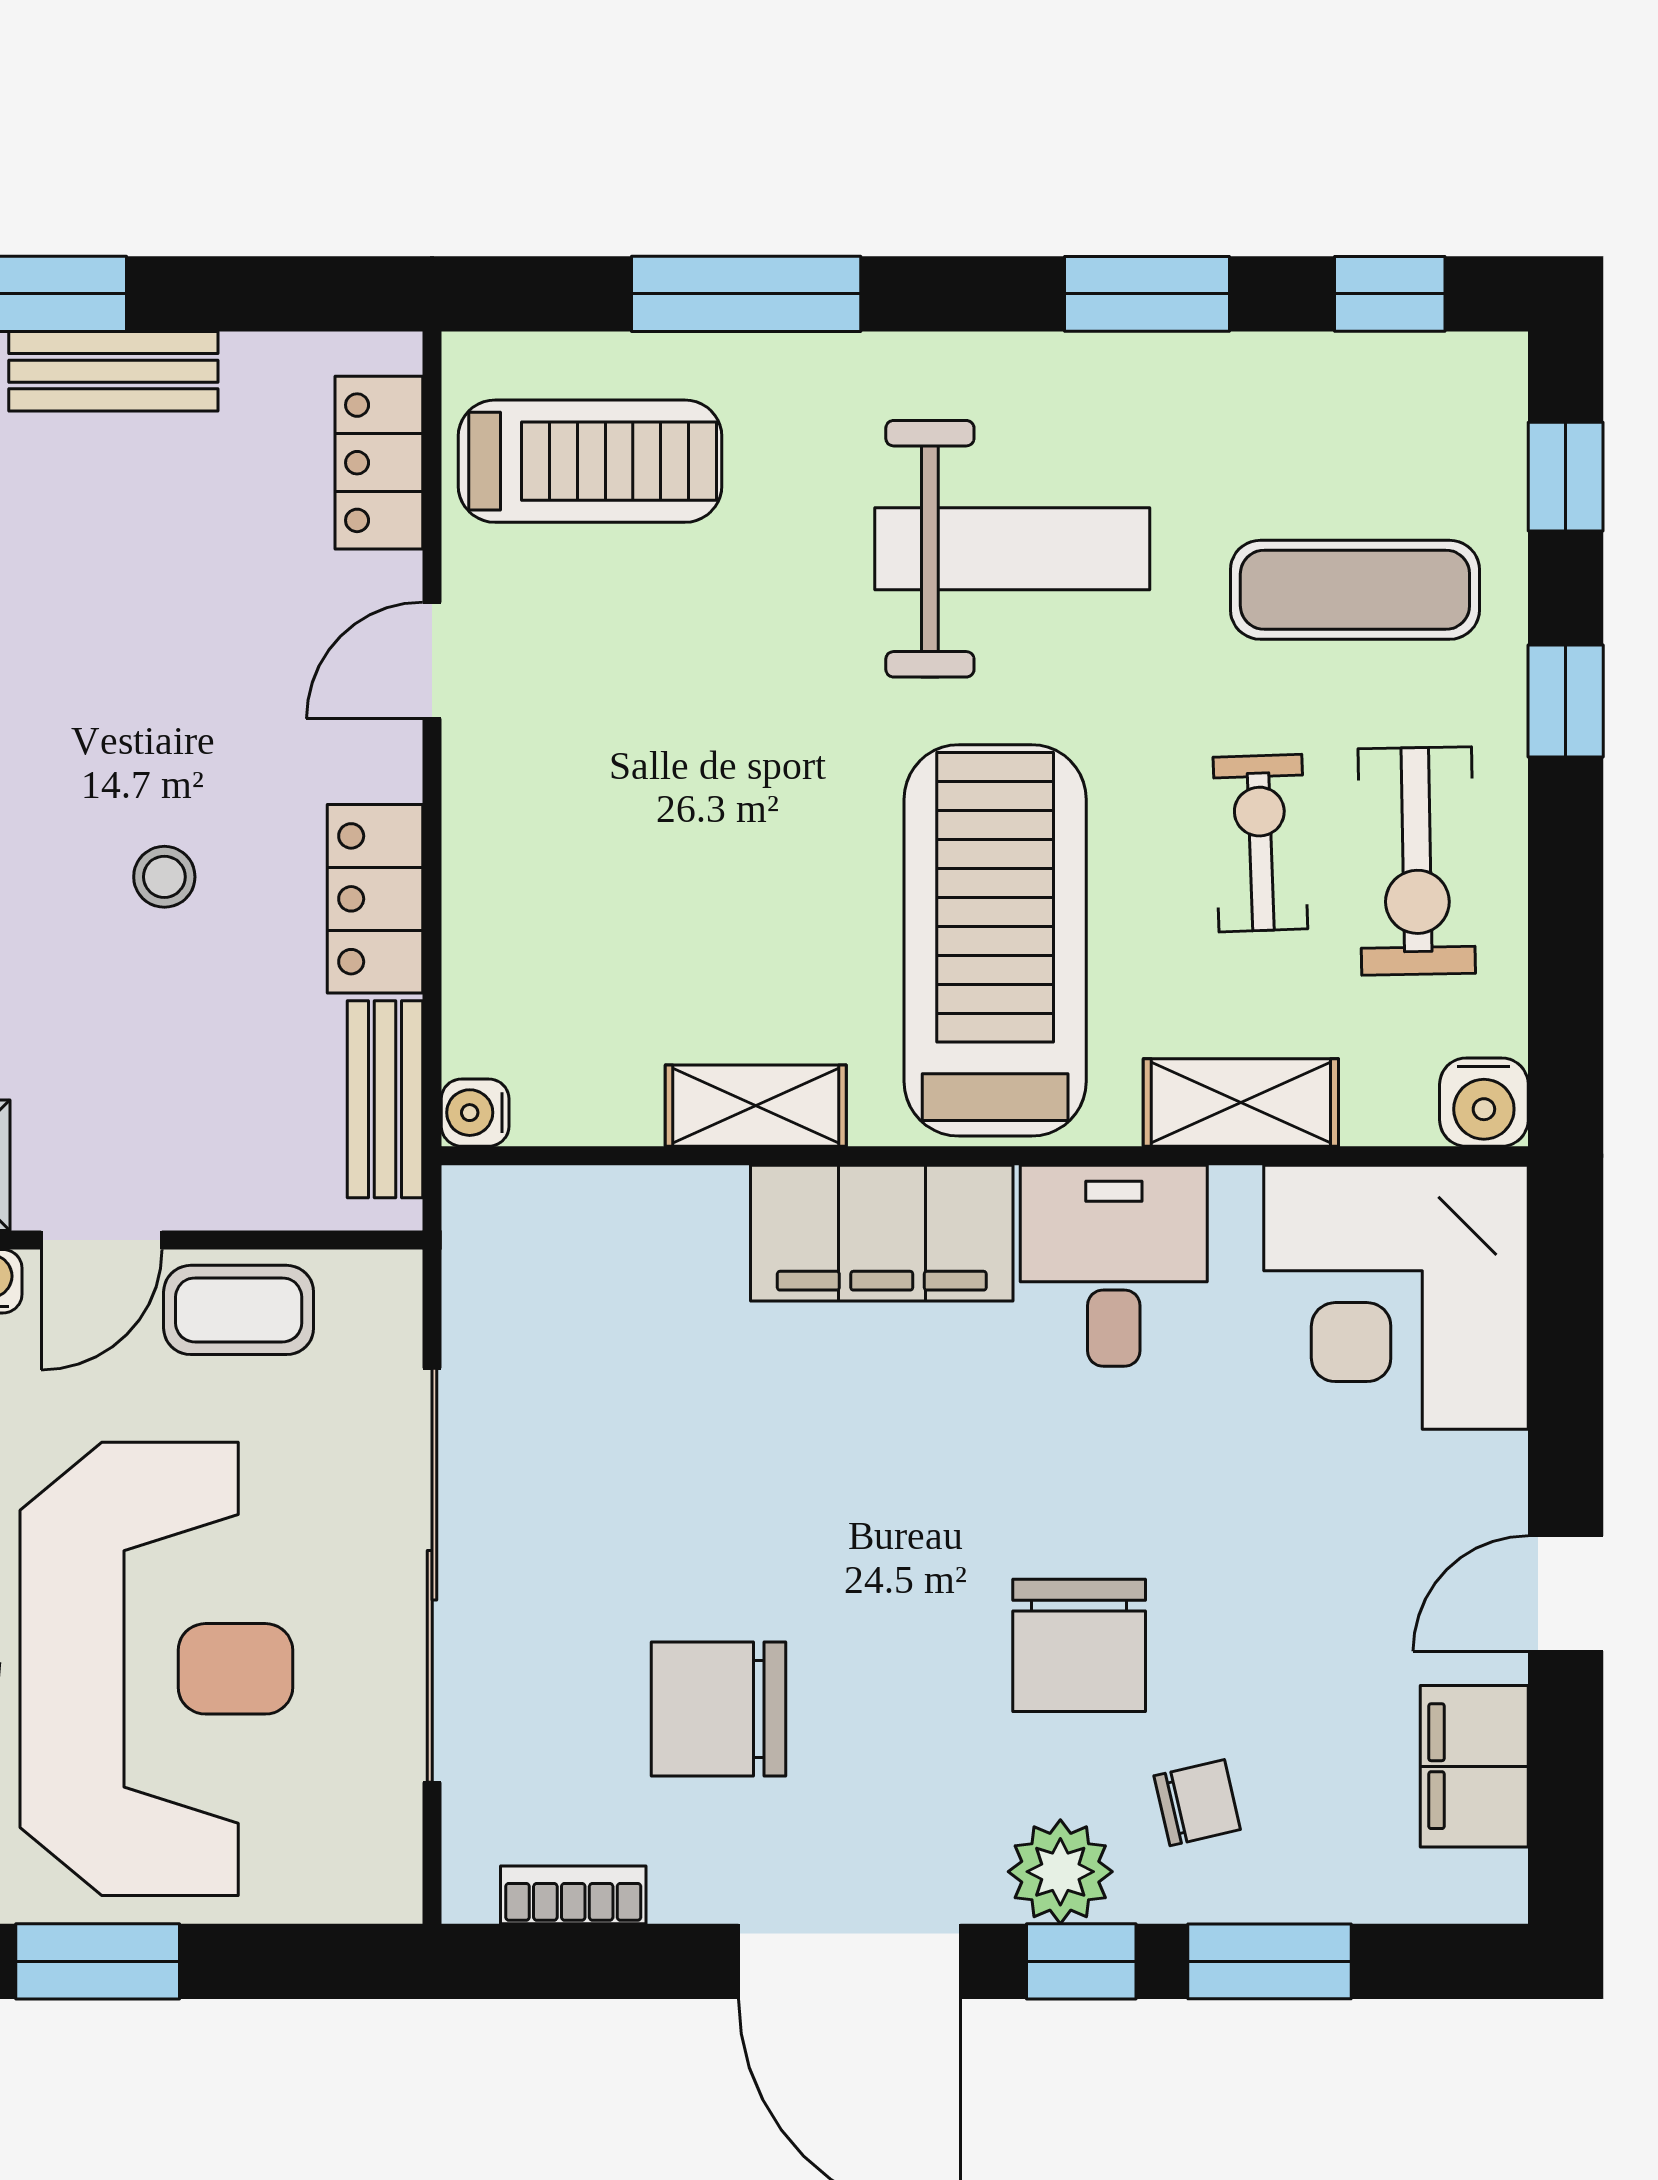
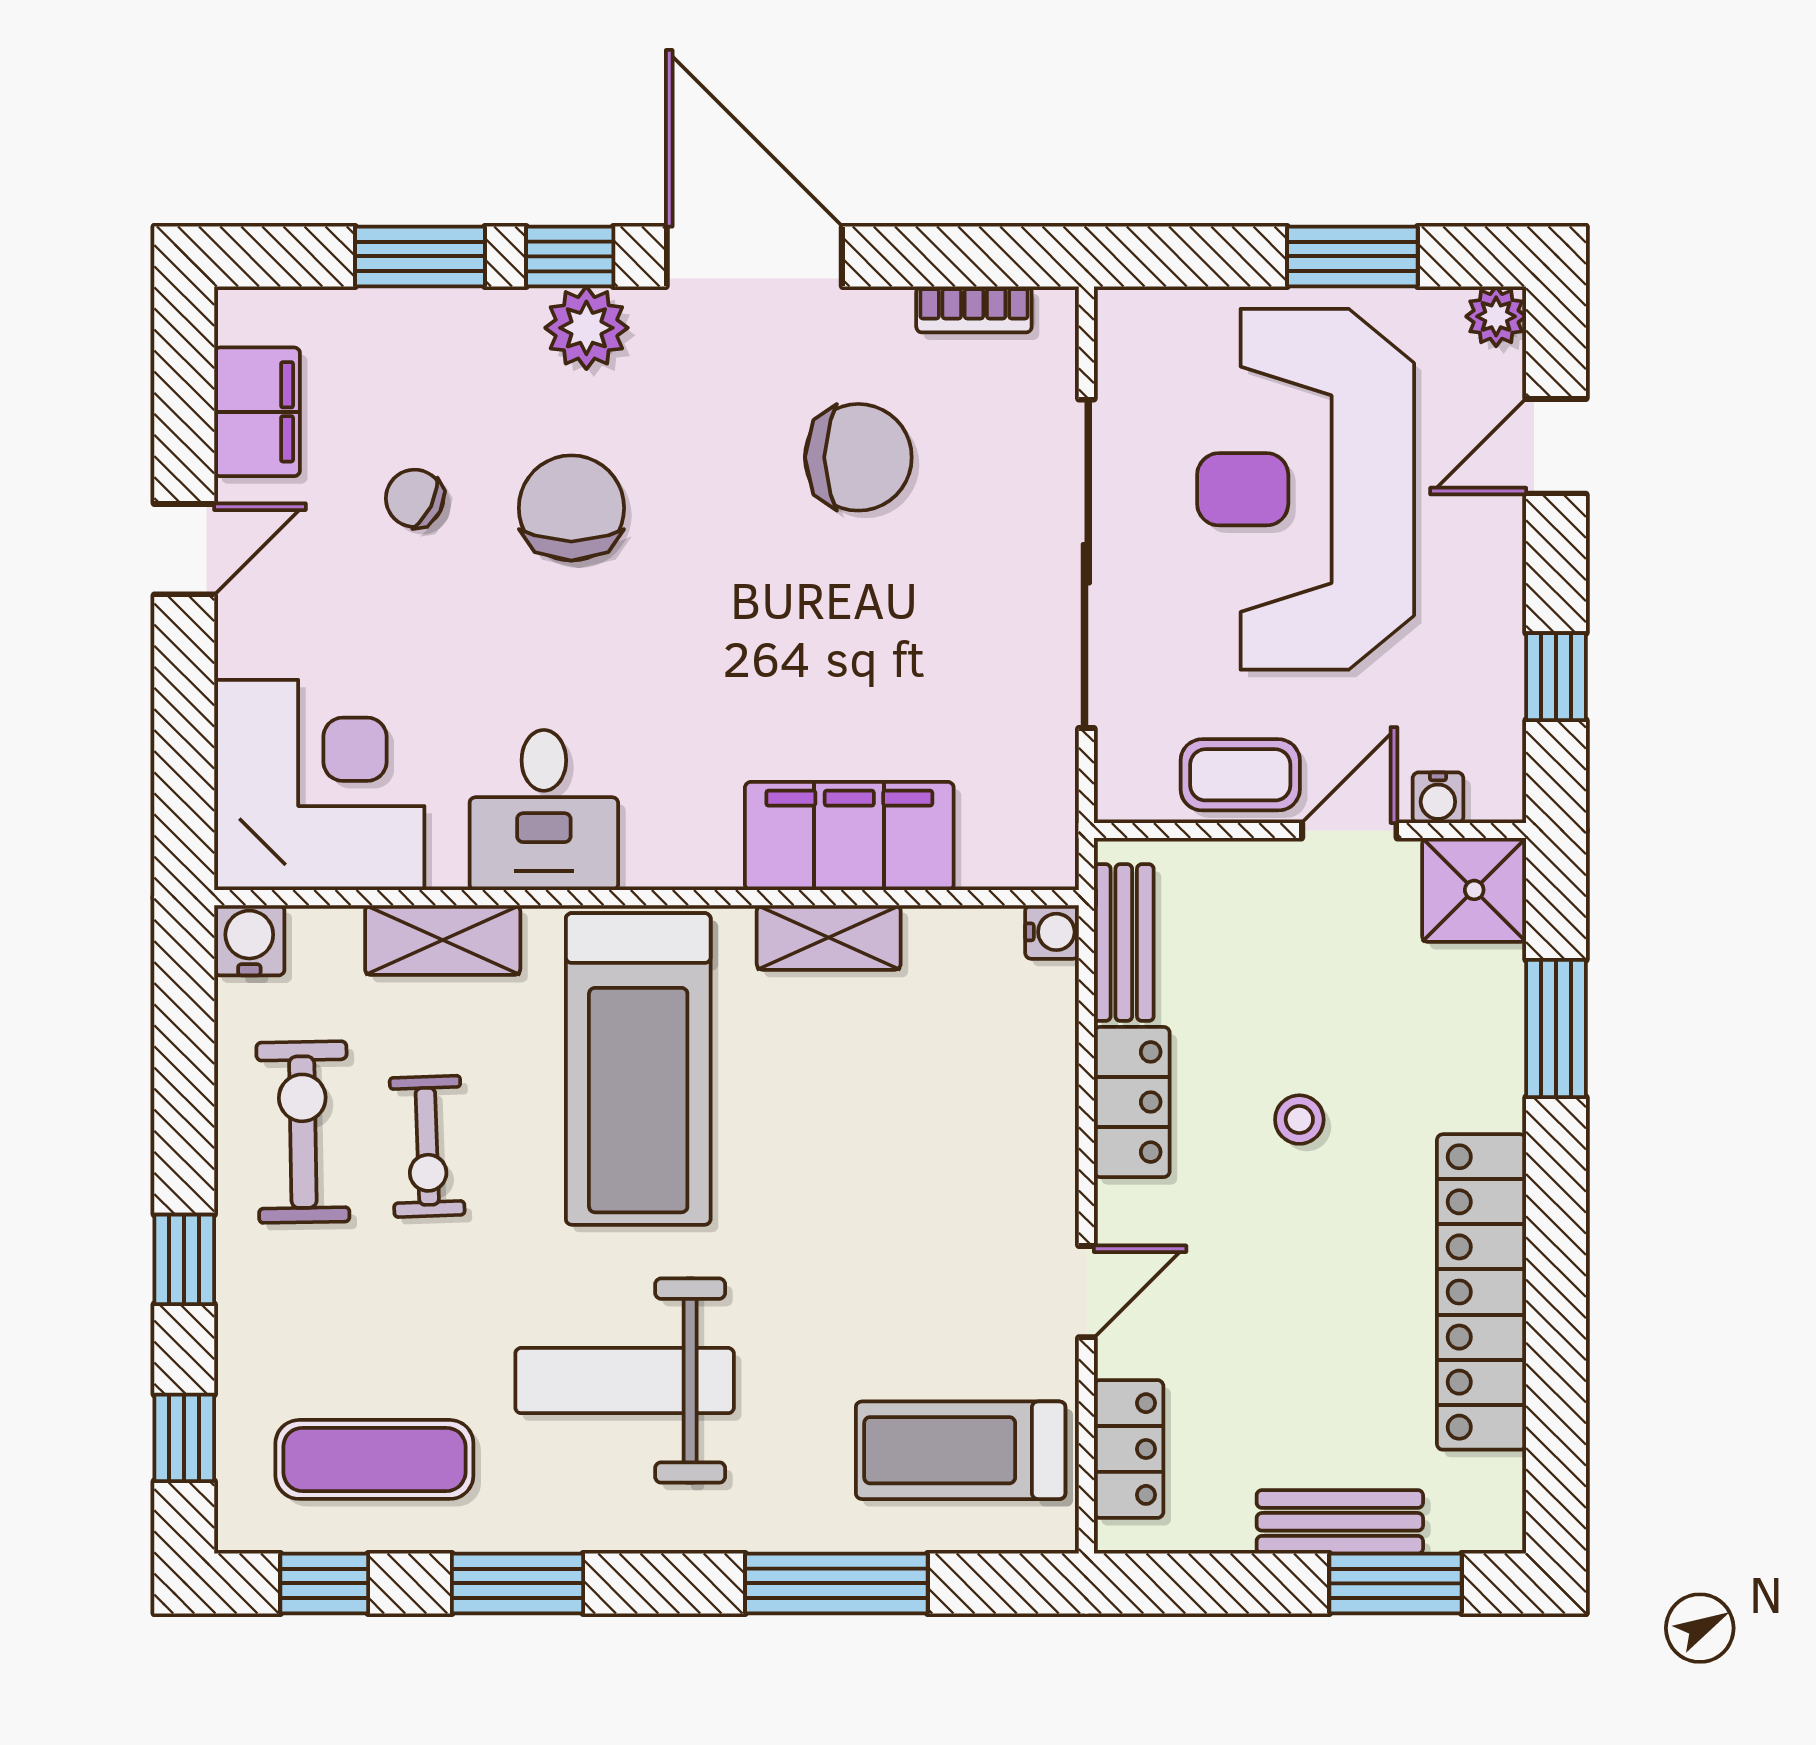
exercise mat: (1355, 590) -> (374, 1459), moved
filing cabinet: (882, 1233) -> (849, 836), moved
chair: (1197, 1803) -> (415, 498), moved, turned 39

